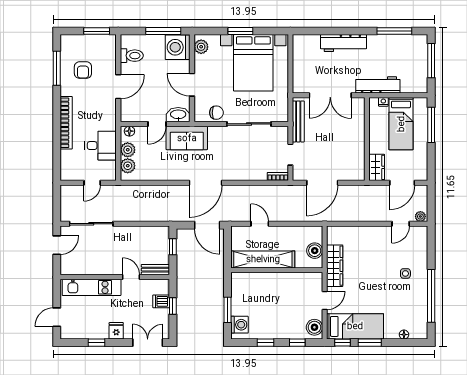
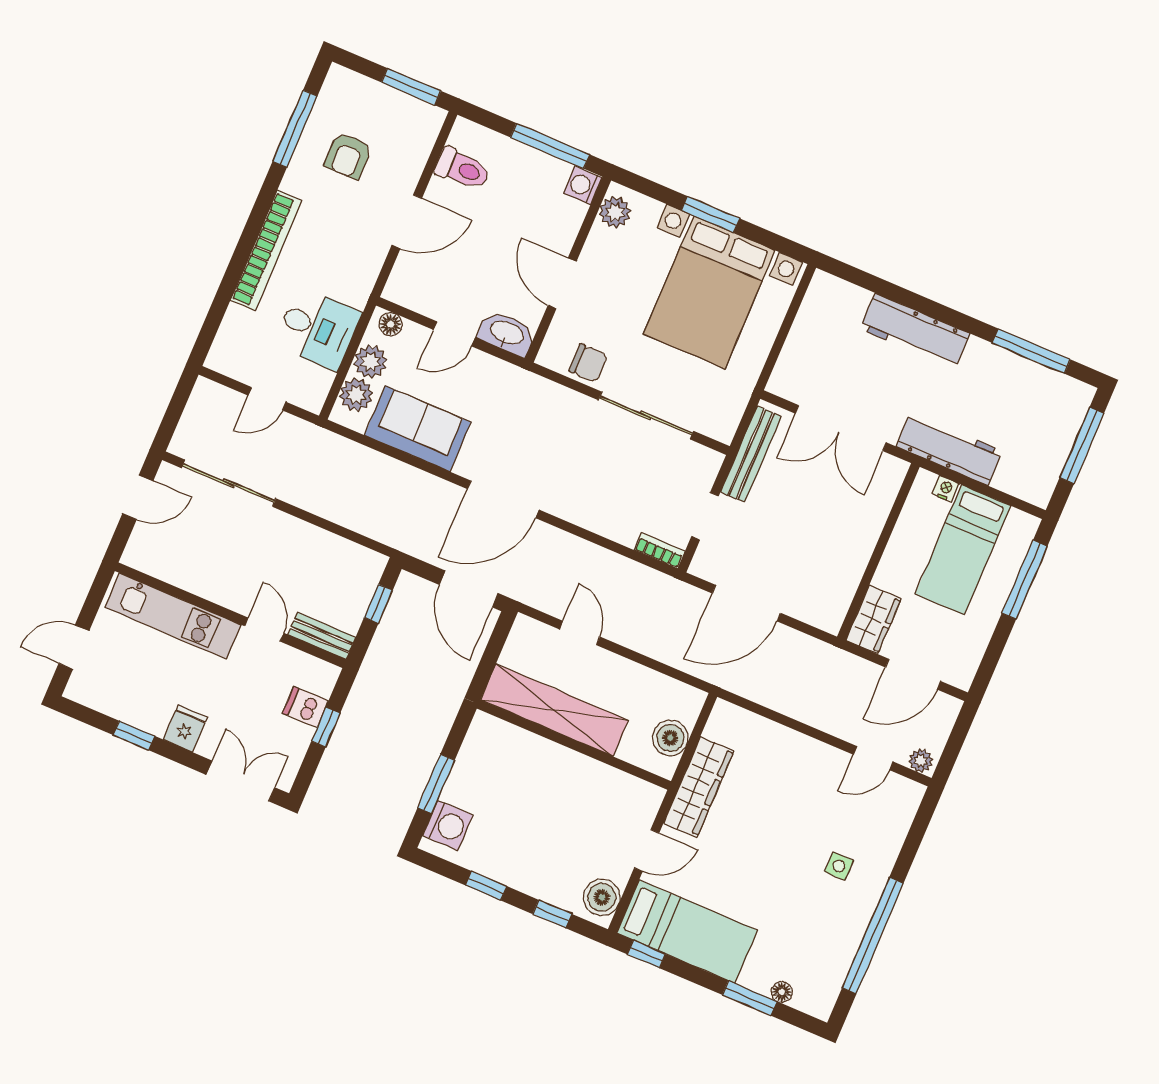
washing machine: (178, 47) -> (583, 185), width x0.53, depth x0.53
sofa: (187, 138) -> (418, 429), moved, turned 180
window: (370, 343) -> (750, 998), moved

